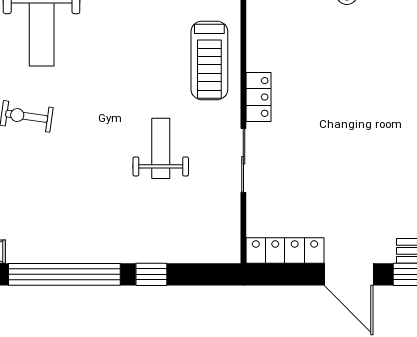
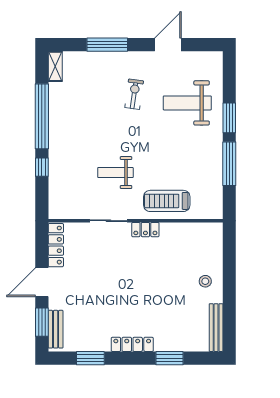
weight bench: (161, 148) -> (115, 173), turned 180

